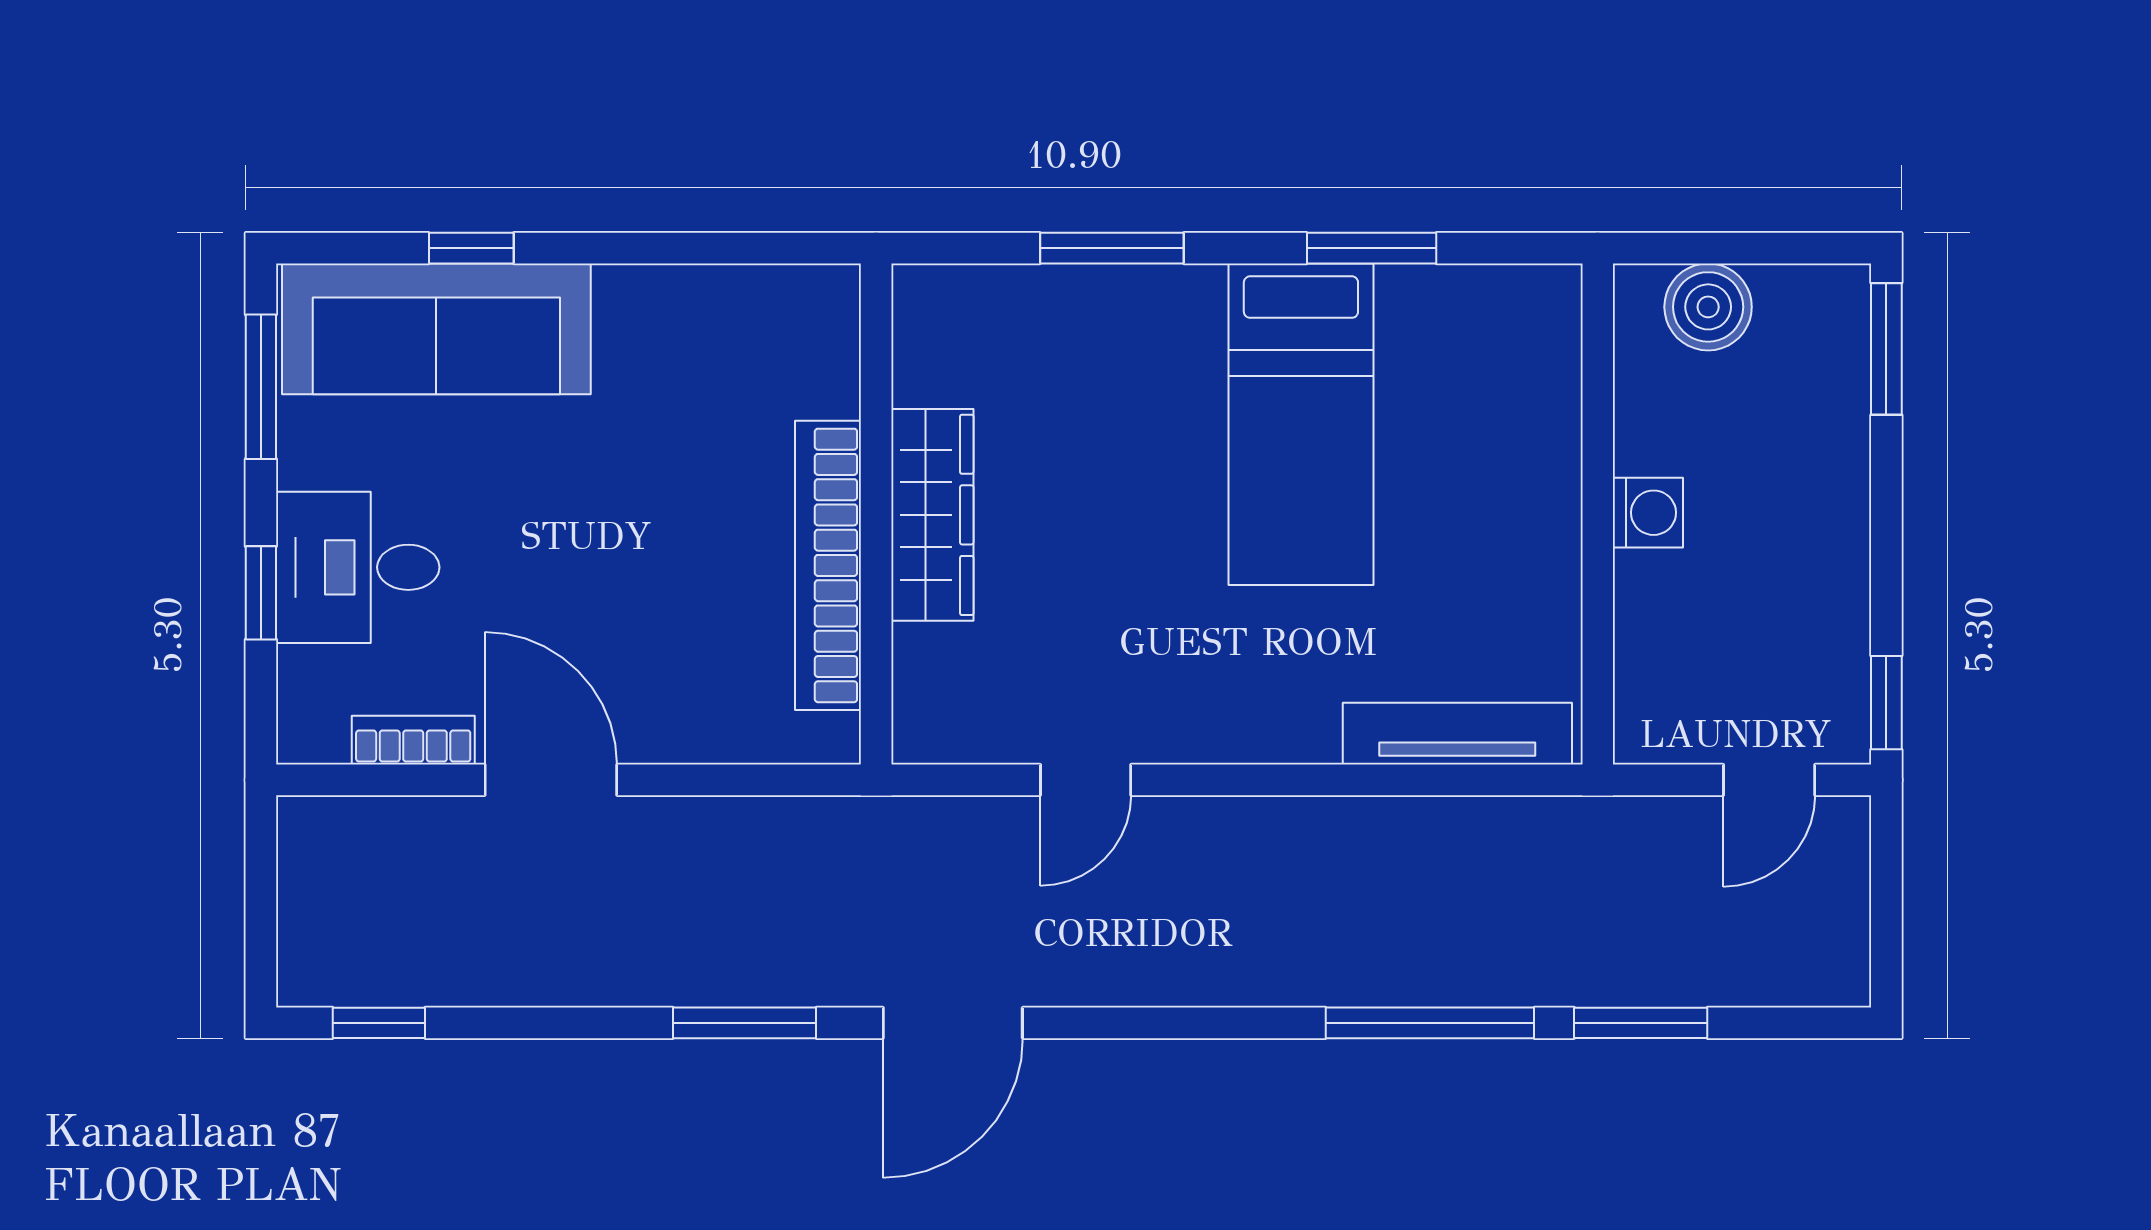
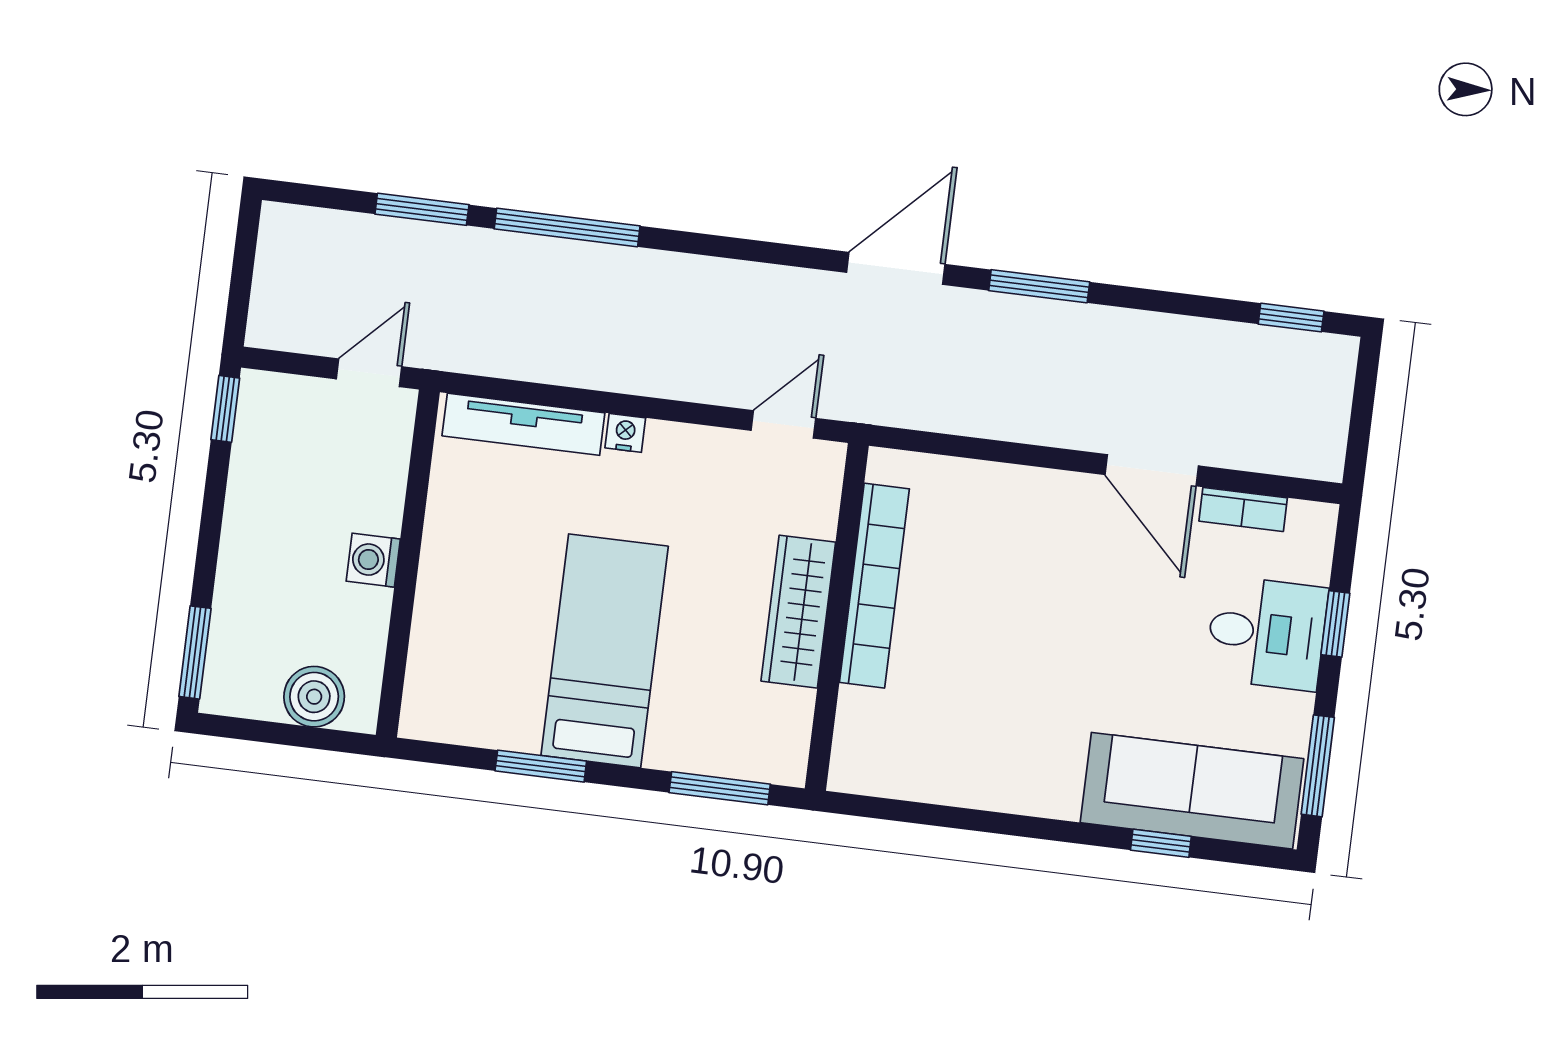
wall: (876, 514) -> (837, 617), moved
wardrobe: (932, 515) -> (798, 612), moved
bookcase: (828, 565) -> (874, 586), moved
nightstand: (1310, 740) -> (625, 433), added
door: (1769, 780) -> (369, 373), moved

